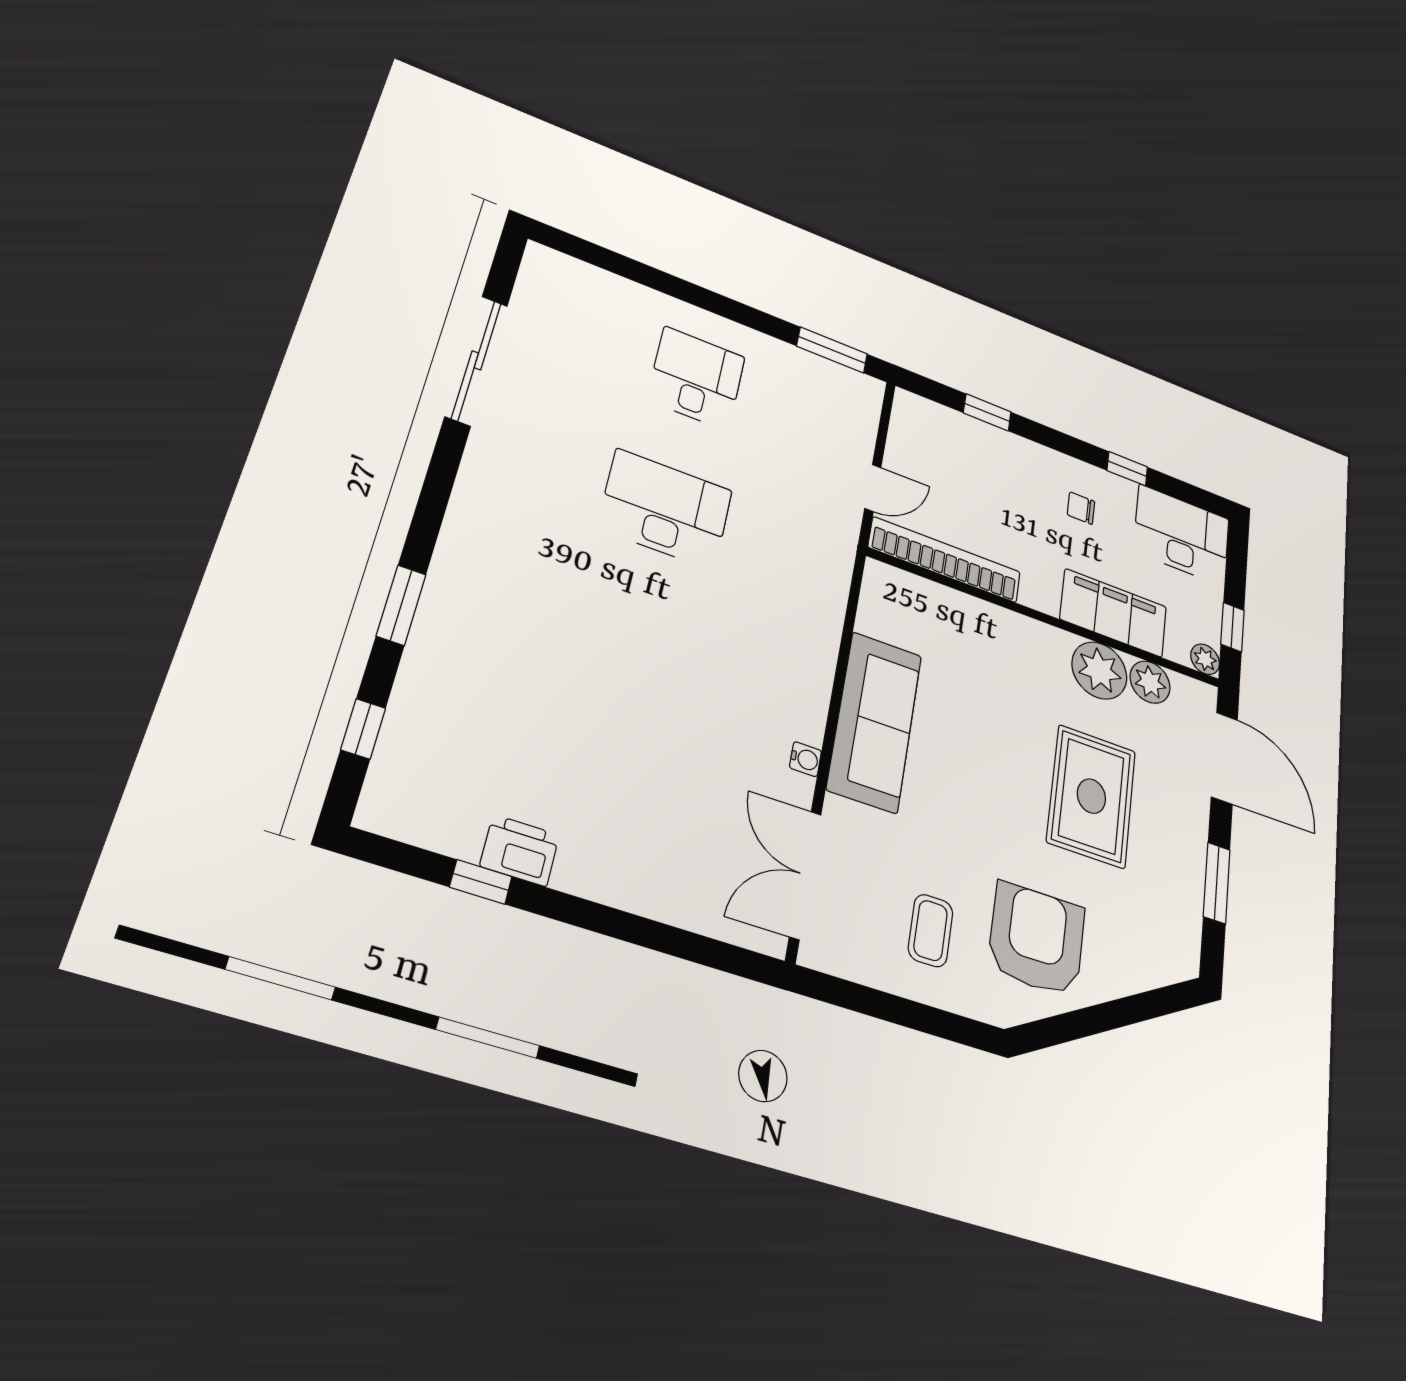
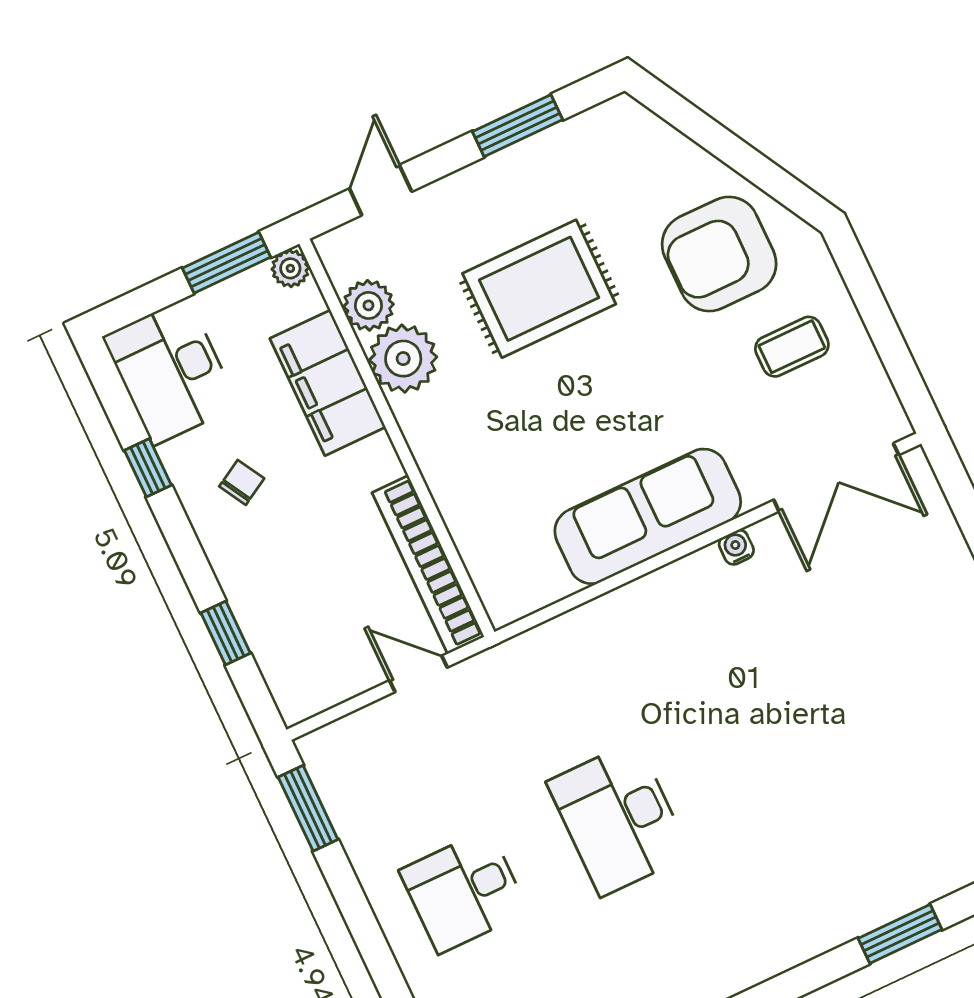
chair: (1081, 508) -> (242, 482), turned -120
window: (1232, 627) -> (226, 263), width x1.50
door: (1224, 758) -> (381, 190), width x0.53

